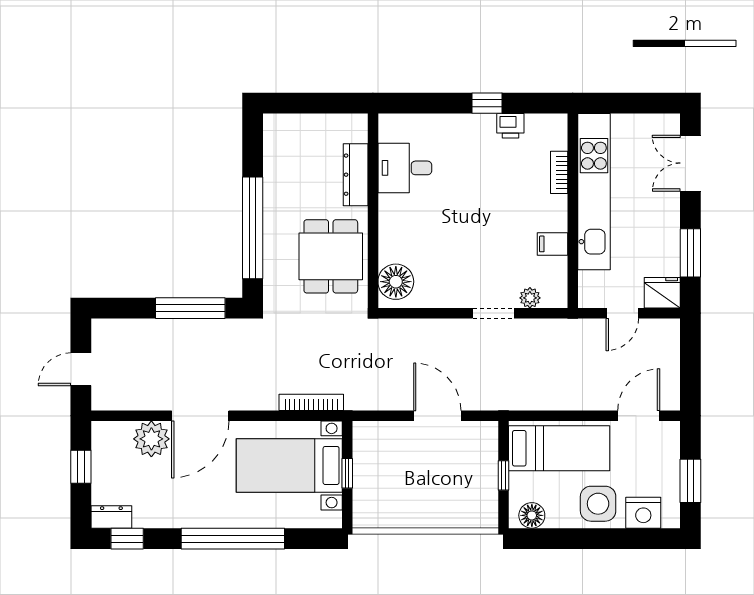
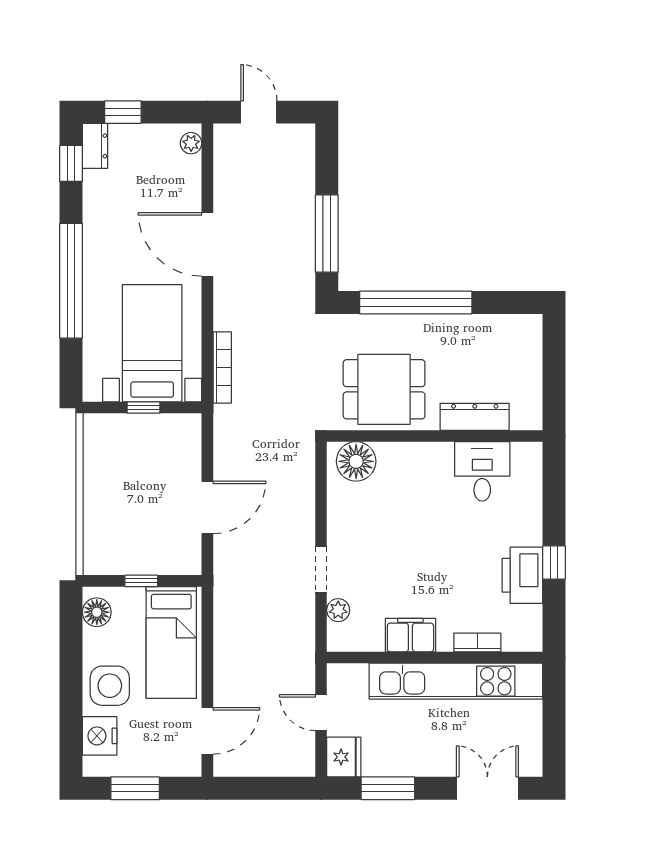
printer: (510, 126) -> (522, 575), width x1.87, depth x1.48
filing cabinet: (552, 244) -> (410, 635), width x2.00
door: (639, 416) -> (207, 731), hinge flipped
plant: (151, 439) -> (191, 143), moved, width x0.53, depth x0.53
window: (81, 467) -> (123, 112), moved

